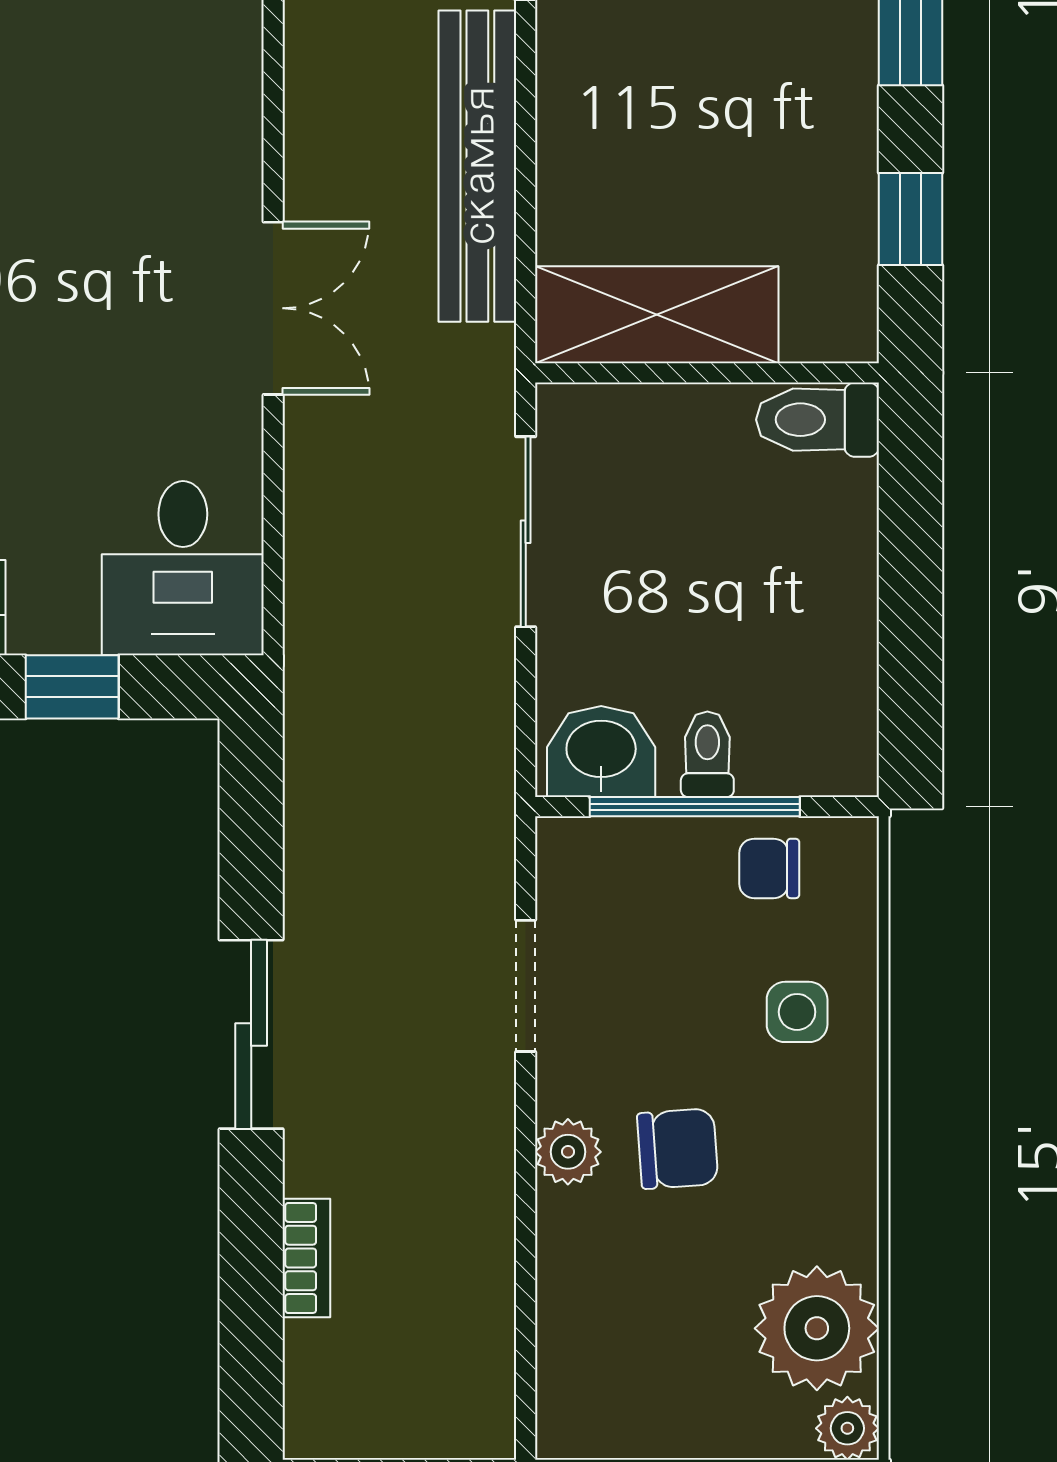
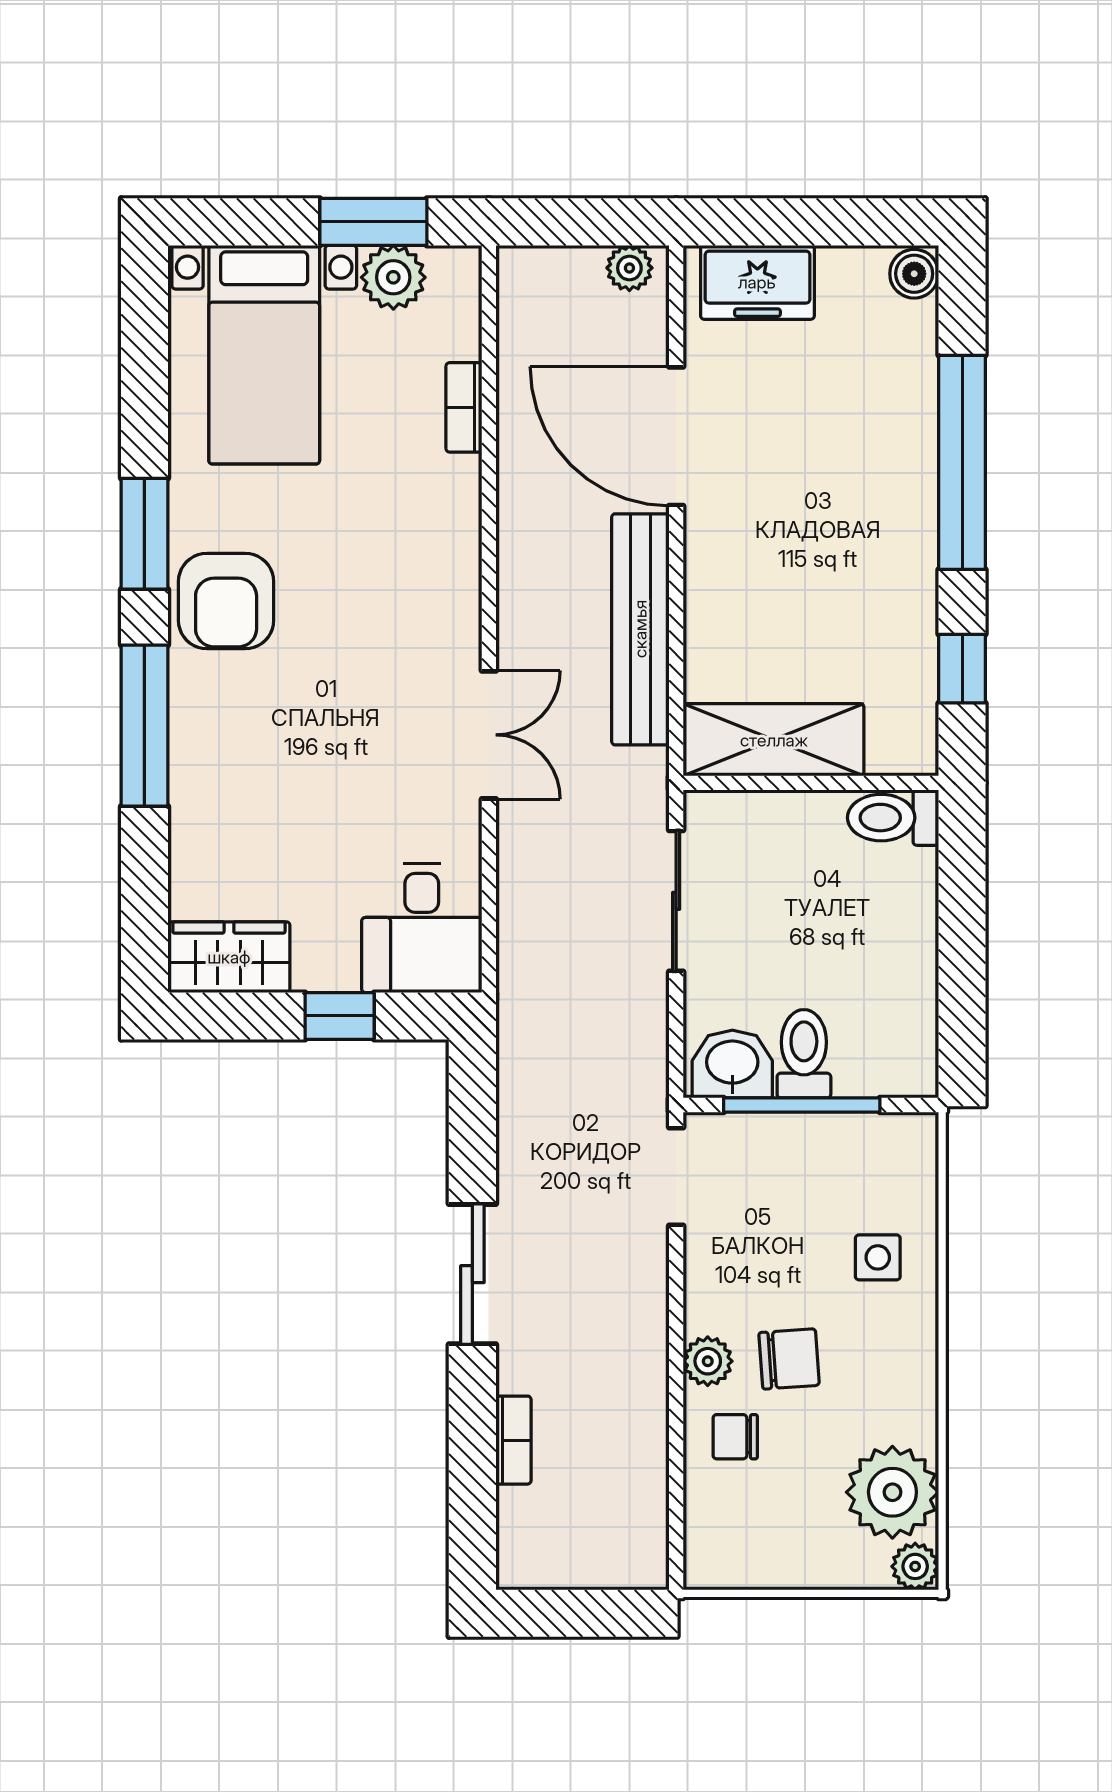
toilet: (707, 754) -> (804, 1054), width x1.37, depth x1.39
chair: (769, 868) -> (735, 1437), moved
doorway: (526, 986) -> (676, 1176), moved

